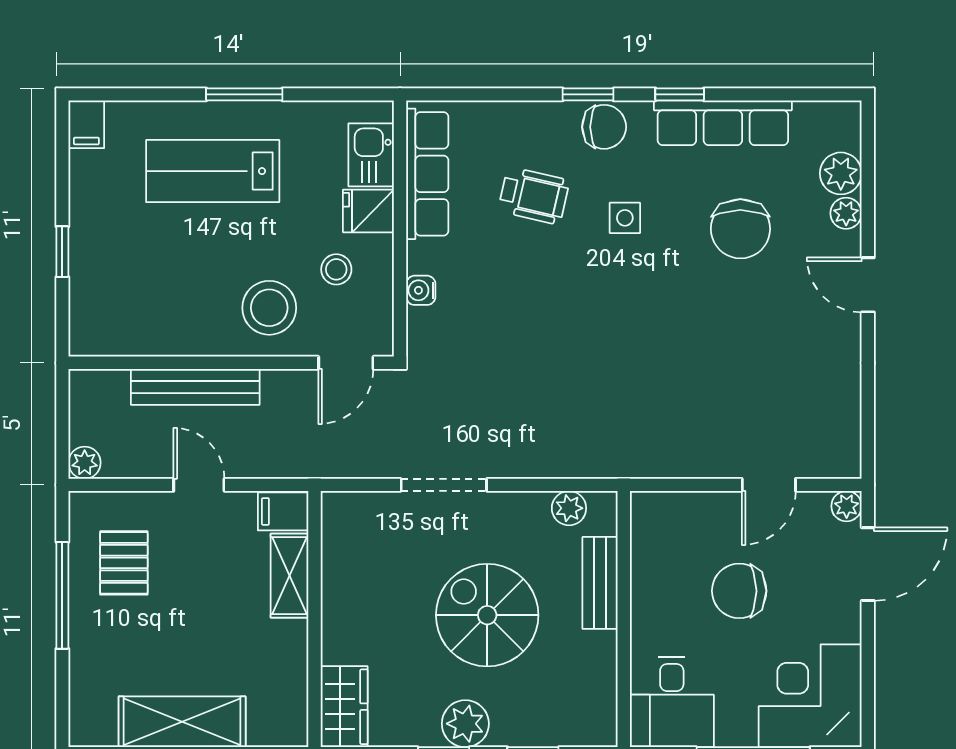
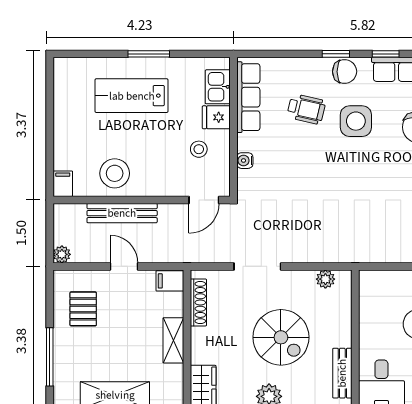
filing cabinet: (86, 124) -> (63, 184), moved, turned 180
side table: (625, 218) -> (356, 121), width x1.87, depth x1.87
window: (62, 252) -> (50, 140), removed
stool: (269, 308) -> (115, 173), moved
shoe rack: (335, 551) -> (198, 302), added
shelving: (290, 576) -> (173, 340), moved
bench: (600, 583) -> (342, 373), moved
window: (62, 595) -> (50, 357), moved
spiral stairs: (487, 615) -> (281, 337), turned 180

